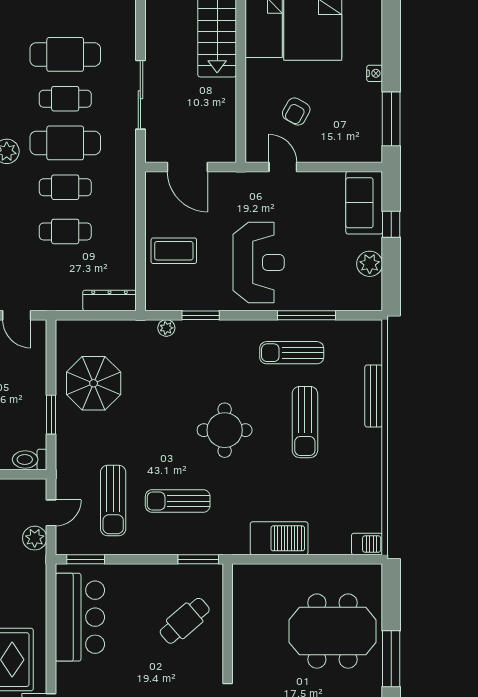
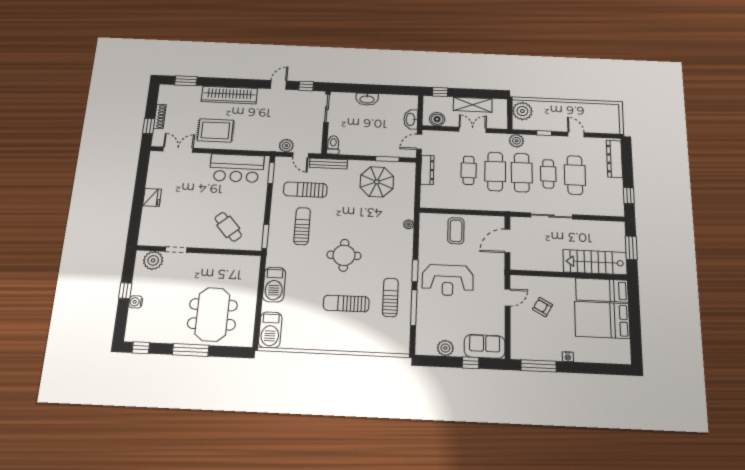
cafe table: (65, 187) -> (495, 171), width x1.37, depth x1.35
dresser: (110, 300) -> (427, 170), moved
window: (201, 315) -> (415, 271), moved
bench: (374, 396) -> (328, 163), moved
window: (51, 415) -> (387, 159), moved
barbecue: (367, 544) -> (270, 330), width x1.88, depth x1.53

